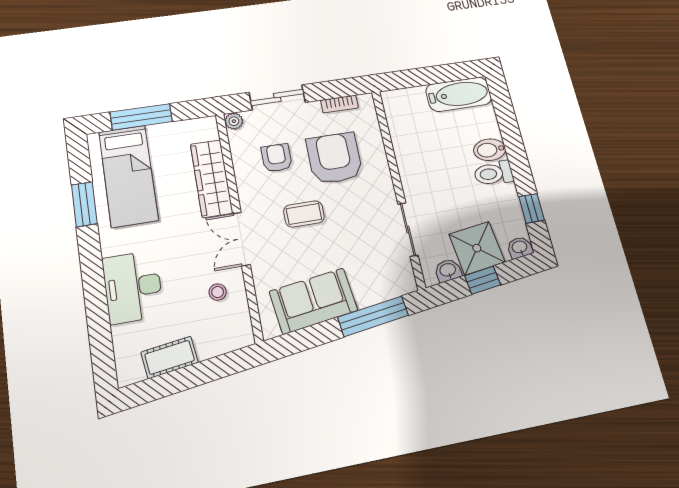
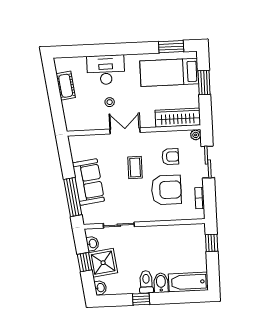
window: (409, 78) -> (212, 243), added
bathtub: (459, 94) -> (188, 282), moved, turned 90
window: (141, 117) -> (204, 82), width x0.69
wardrobe: (212, 178) -> (178, 118), moved
window: (84, 204) -> (171, 47), moved
window: (532, 208) -> (141, 299), moved
stool: (218, 292) -> (110, 102), moved
sofa: (313, 301) -> (88, 182), moved

